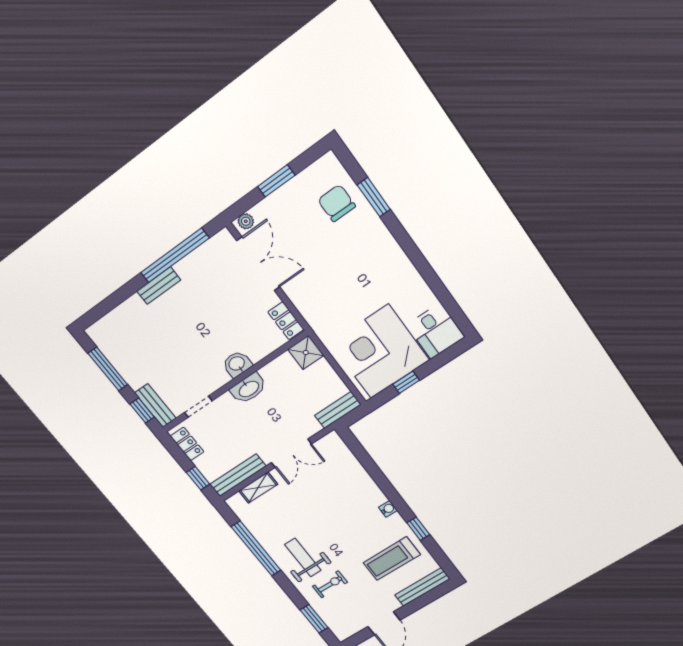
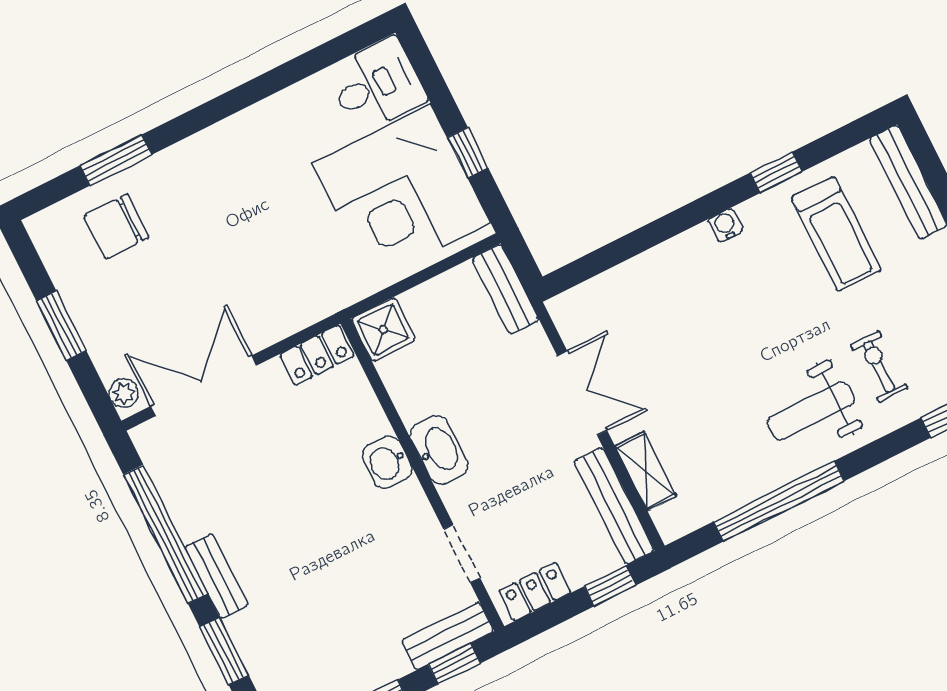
window: (121, 295) -> (224, 651), added

